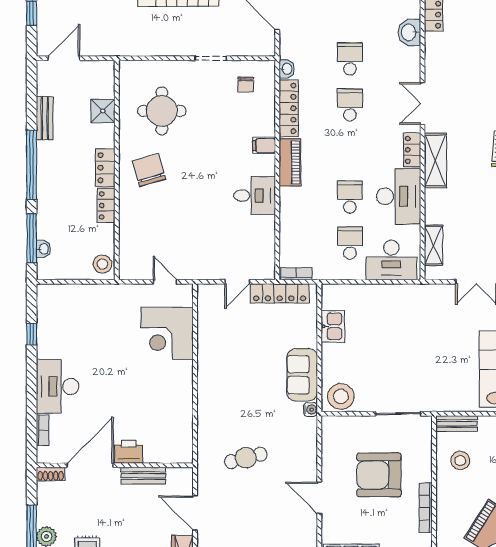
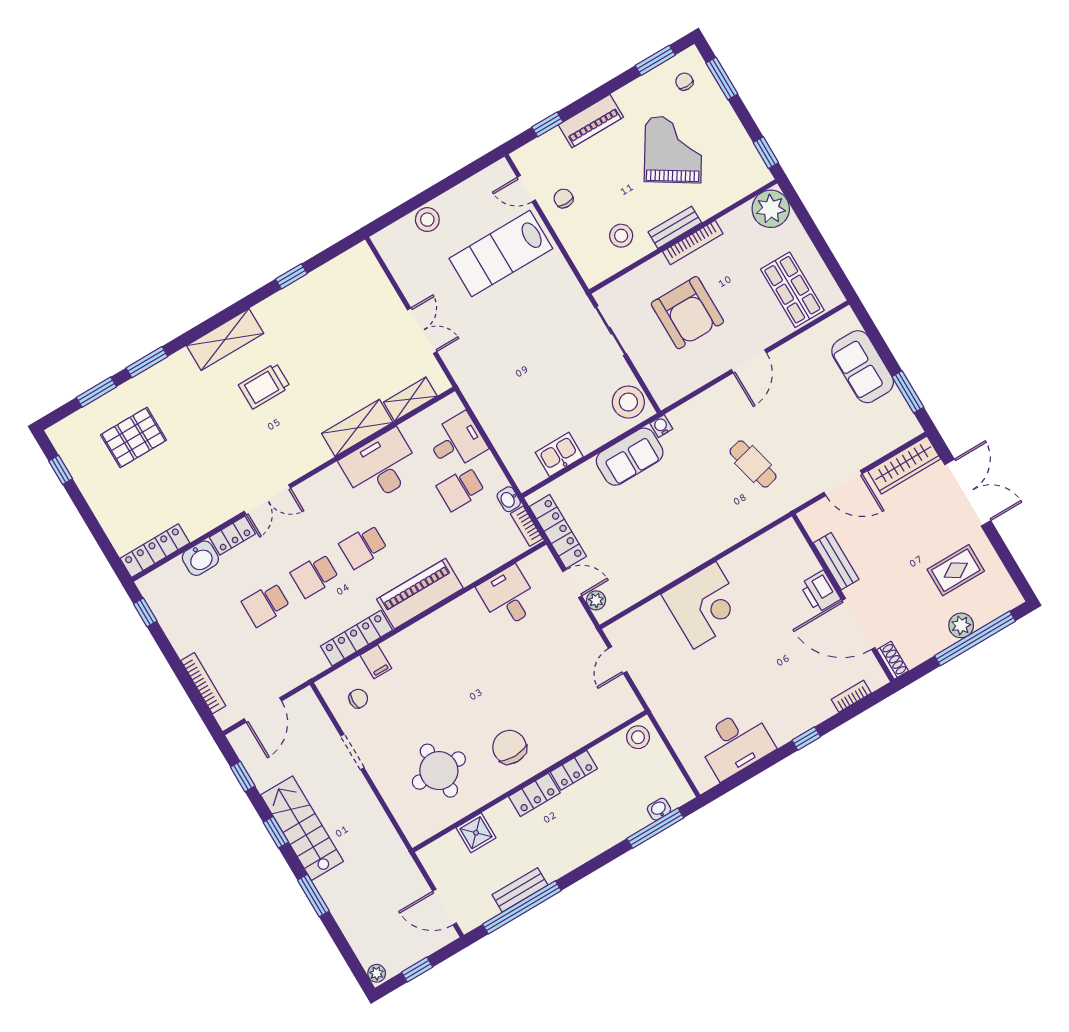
washbasin: (287, 69) -> (509, 499), moved, turned -90
filing cabinet: (264, 146) -> (376, 662), moved
locker: (412, 150) -> (232, 535), moved
shelving: (435, 161) -> (357, 428), moved
piano: (290, 162) -> (420, 594), width x1.37, depth x1.33
window: (32, 165) -> (522, 907), moved
chair: (149, 170) -> (509, 747), turned 106
desk: (255, 196) -> (508, 597), moved
school desk: (350, 197) -> (363, 547), moved
desk: (391, 260) -> (457, 442), width x0.73
plant: (216, 291) -> (596, 600), added
corner desk: (167, 333) -> (705, 605), moved
window: (32, 334) -> (806, 739), moved
desk: (58, 386) -> (735, 743), moved
bench: (457, 423) -> (675, 227), moved, turned 90
door: (195, 513) -> (843, 483), hinge flipped

